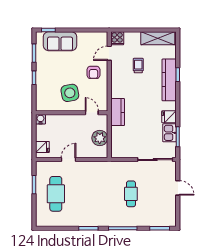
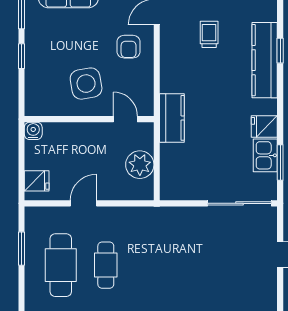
cafe table: (131, 194) -> (106, 265), moved

